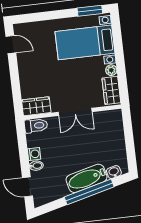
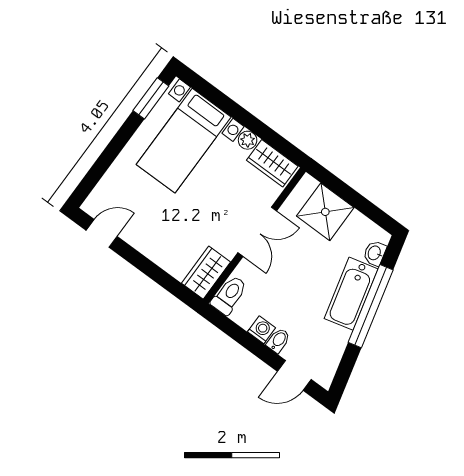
shower: (112, 134) -> (325, 212), added

